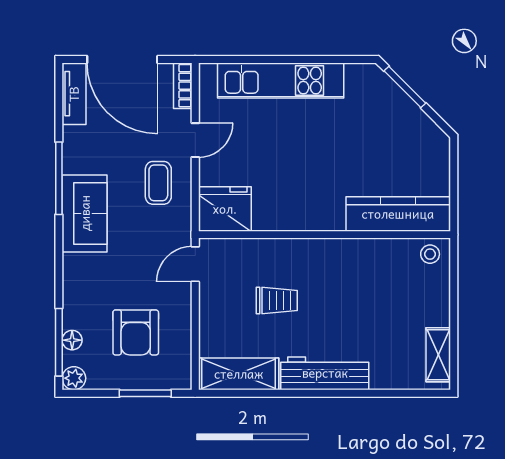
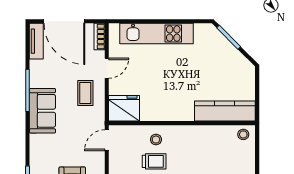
stool: (280, 263) -> (156, 140), added

